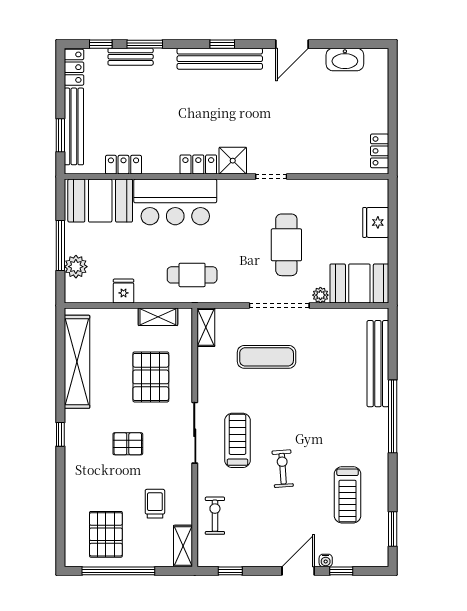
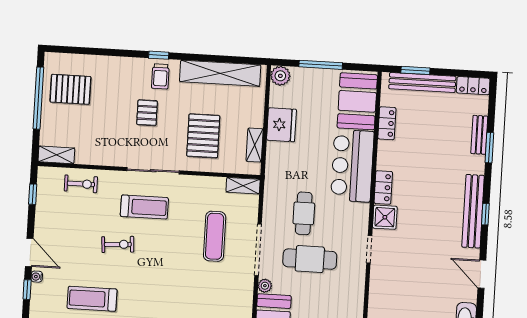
window: (101, 44) -> (492, 110), removed
plant: (76, 267) -> (280, 76), moved
cafe table: (192, 275) -> (304, 213), moved
fridge: (124, 291) -> (281, 125), width x1.88, depth x1.34
pallet: (151, 377) -> (203, 136), turned 90
trolley: (155, 504) -> (160, 76), moved, turned 90

